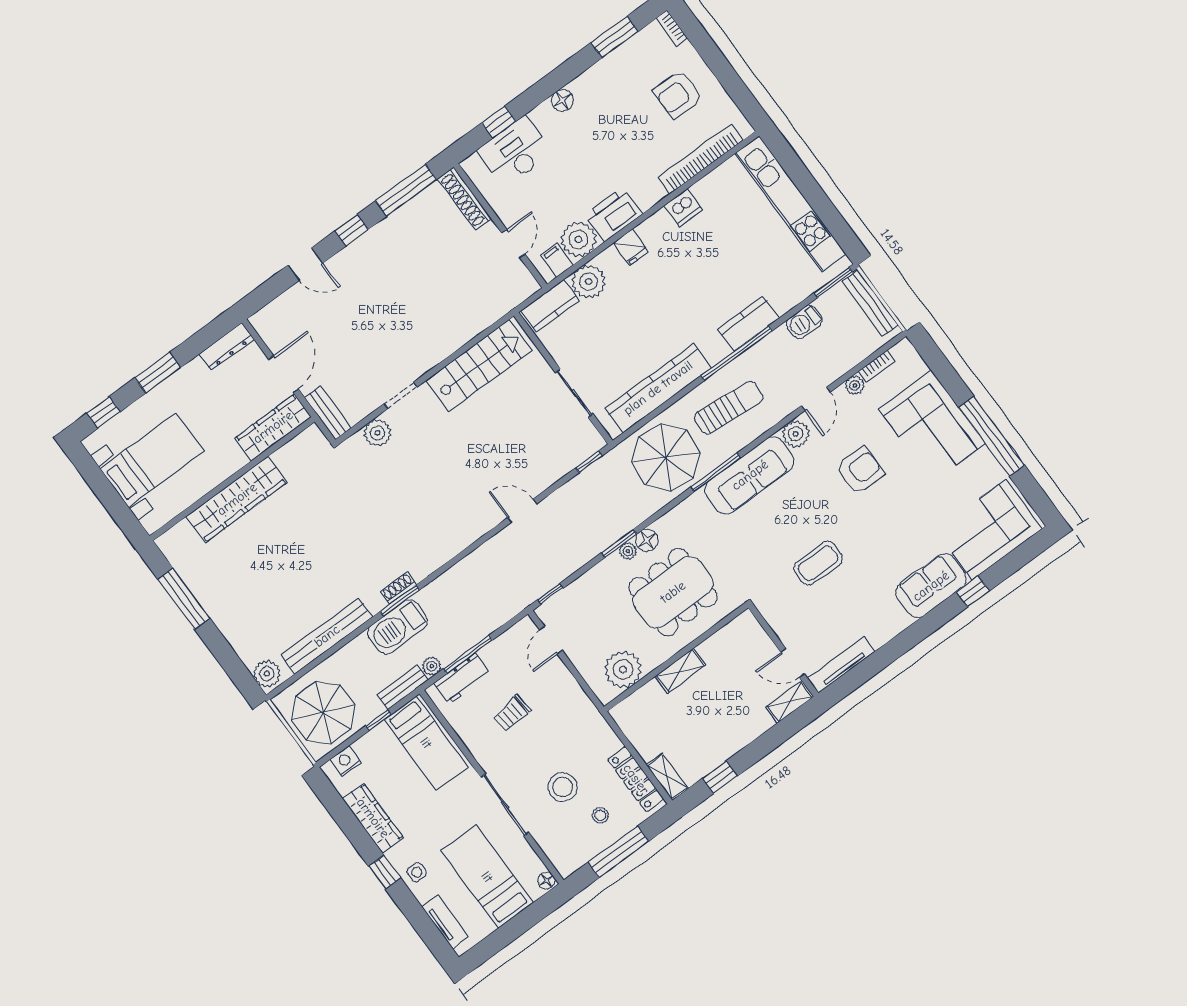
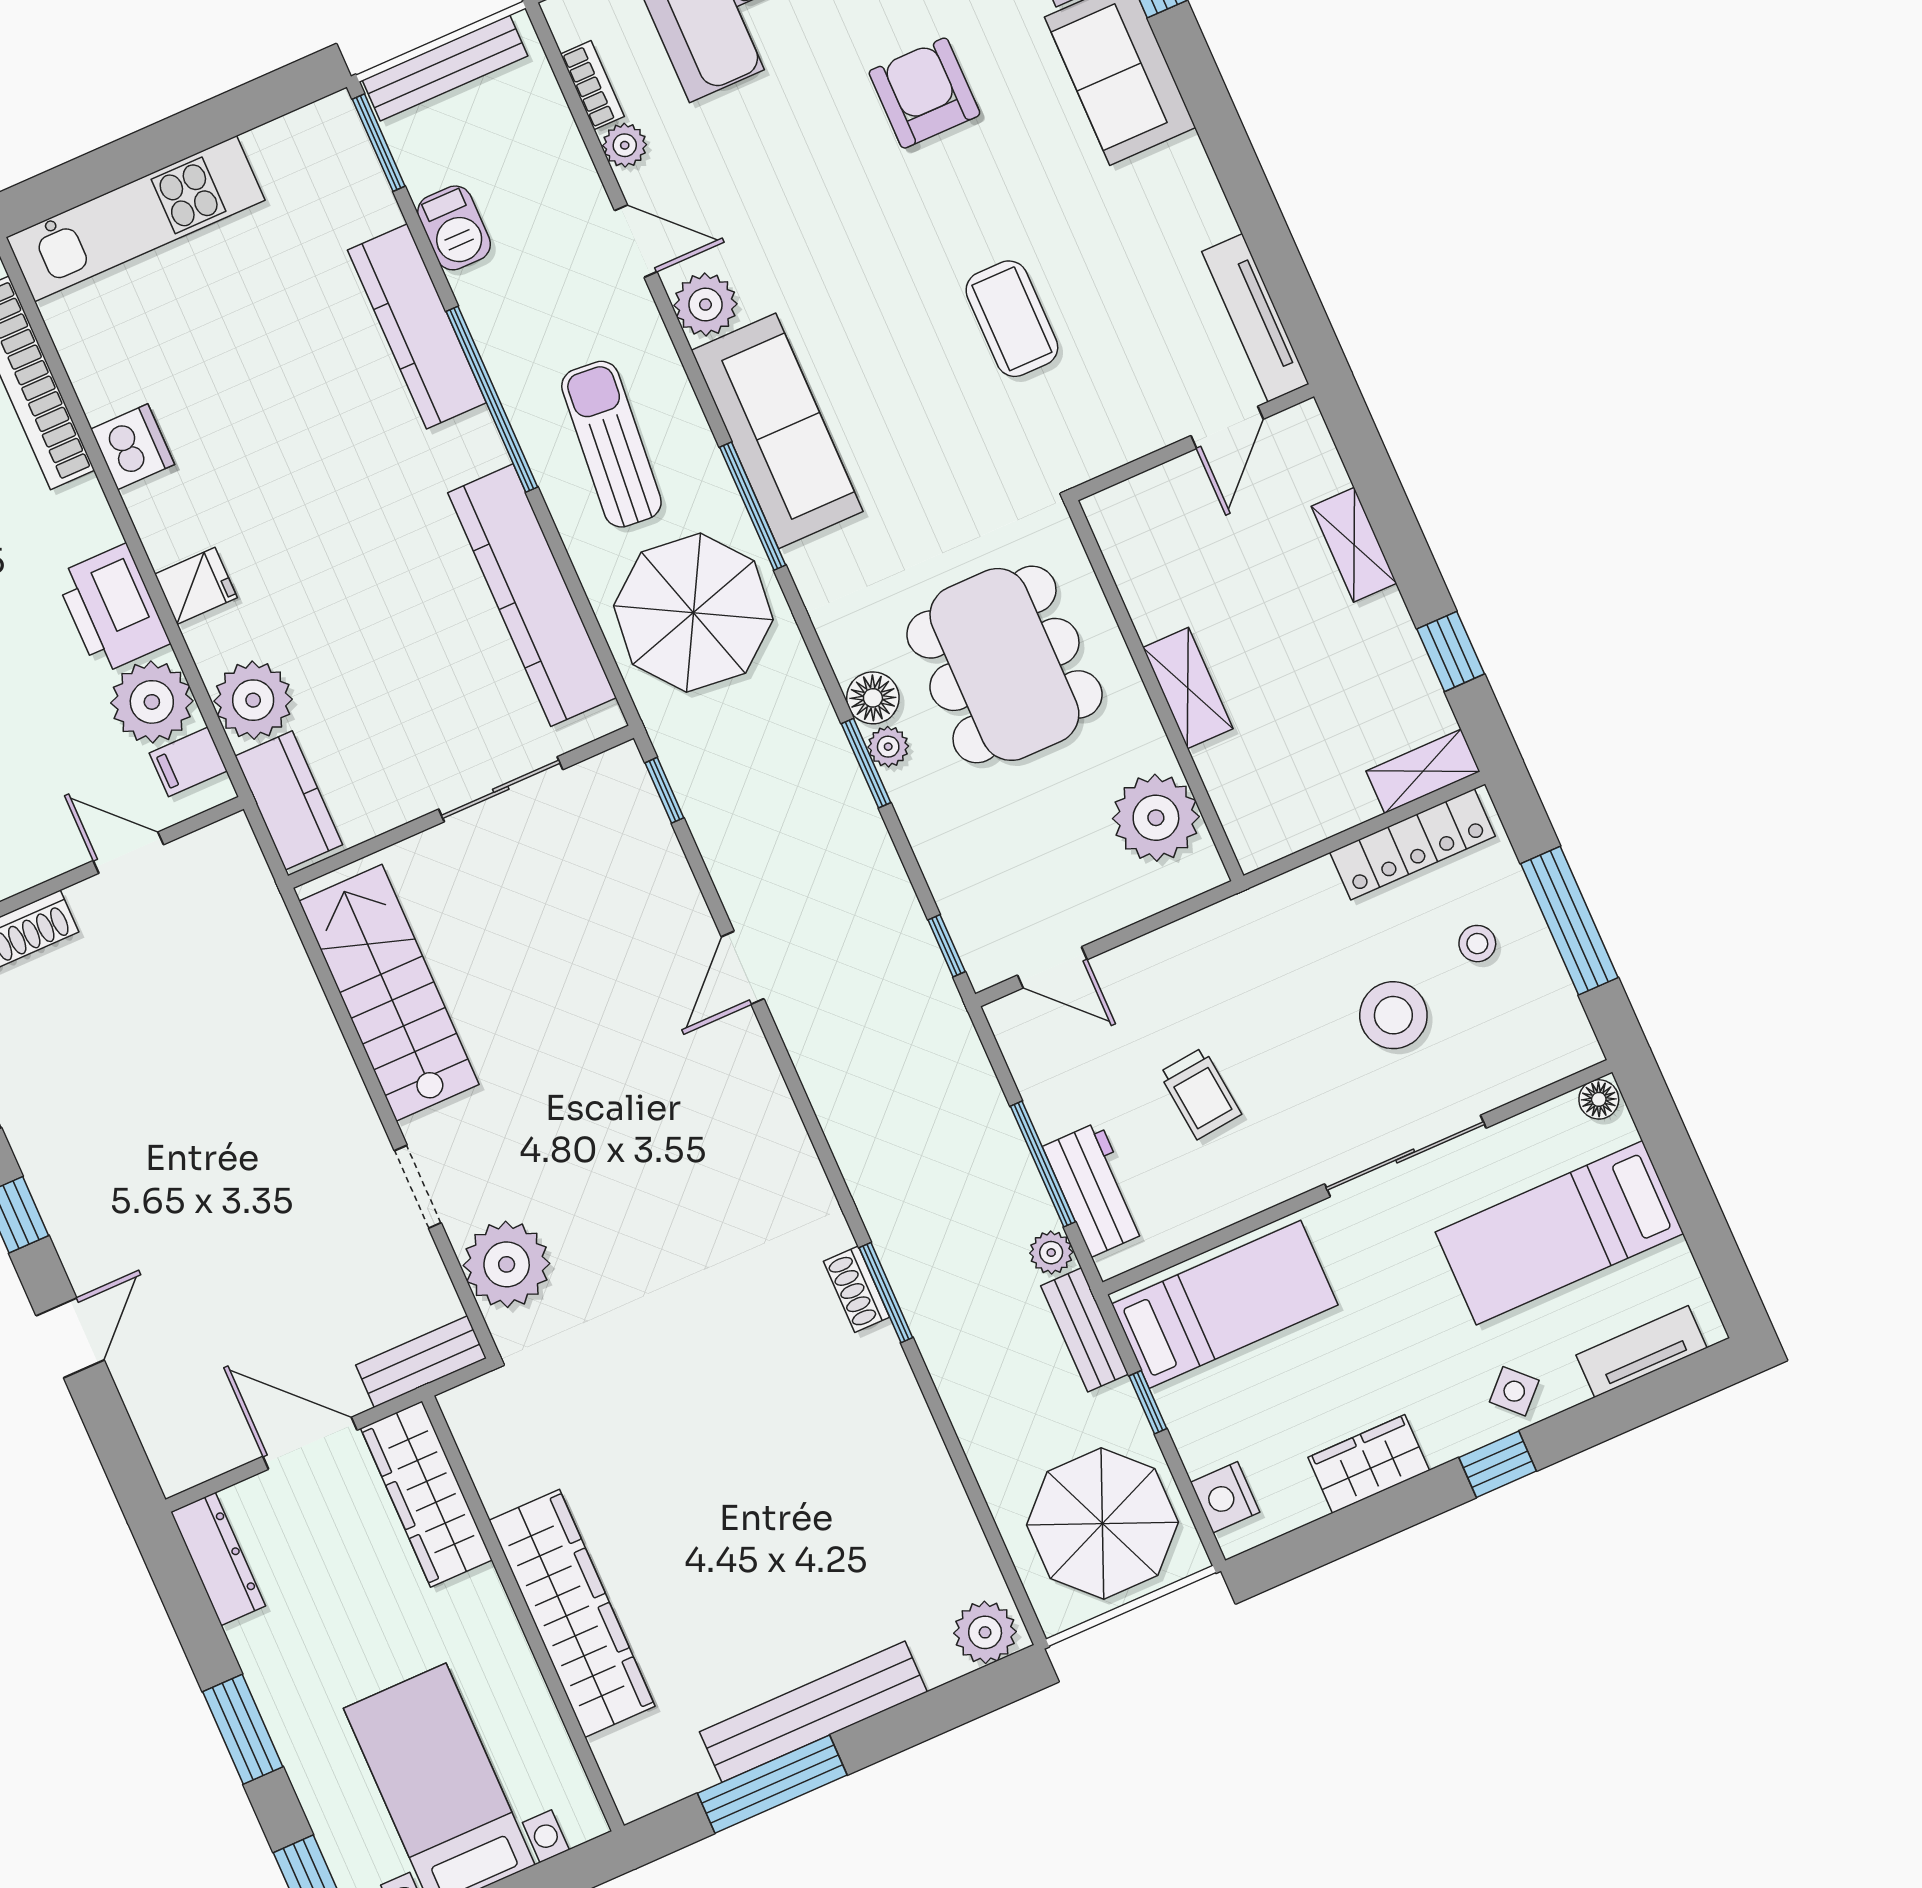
kitchen unit: (790, 204) -> (136, 219), width x0.73
kitchen counter: (749, 324) -> (417, 326), width x1.50
plant: (377, 433) -> (507, 1264), width x1.36, depth x1.36
armchair: (860, 470) -> (924, 93), moved
barbecue: (397, 627) -> (945, 1311), removed
bench: (327, 636) -> (813, 1712), moved, turned 90
shelving: (790, 702) -> (1354, 545), moved
wardrobe: (373, 818) -> (1369, 1464), width x0.67
side table: (417, 872) -> (1514, 1391), turned 45

